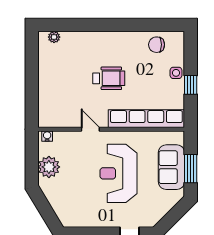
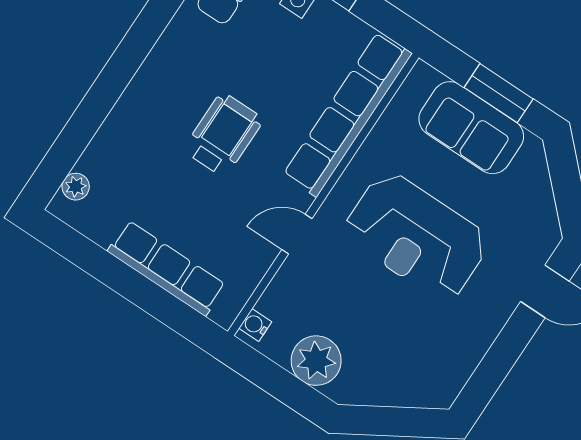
row of seats: (46, 90) -> (167, 268), added

